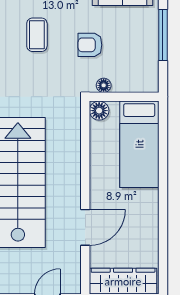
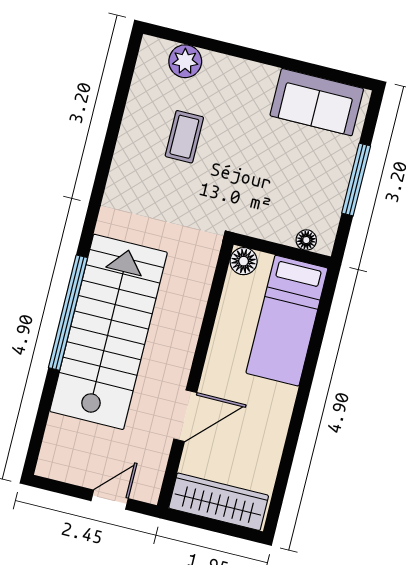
armchair: (90, 45) -> (253, 168), removed
floor lamp: (104, 85) -> (306, 240), moved

